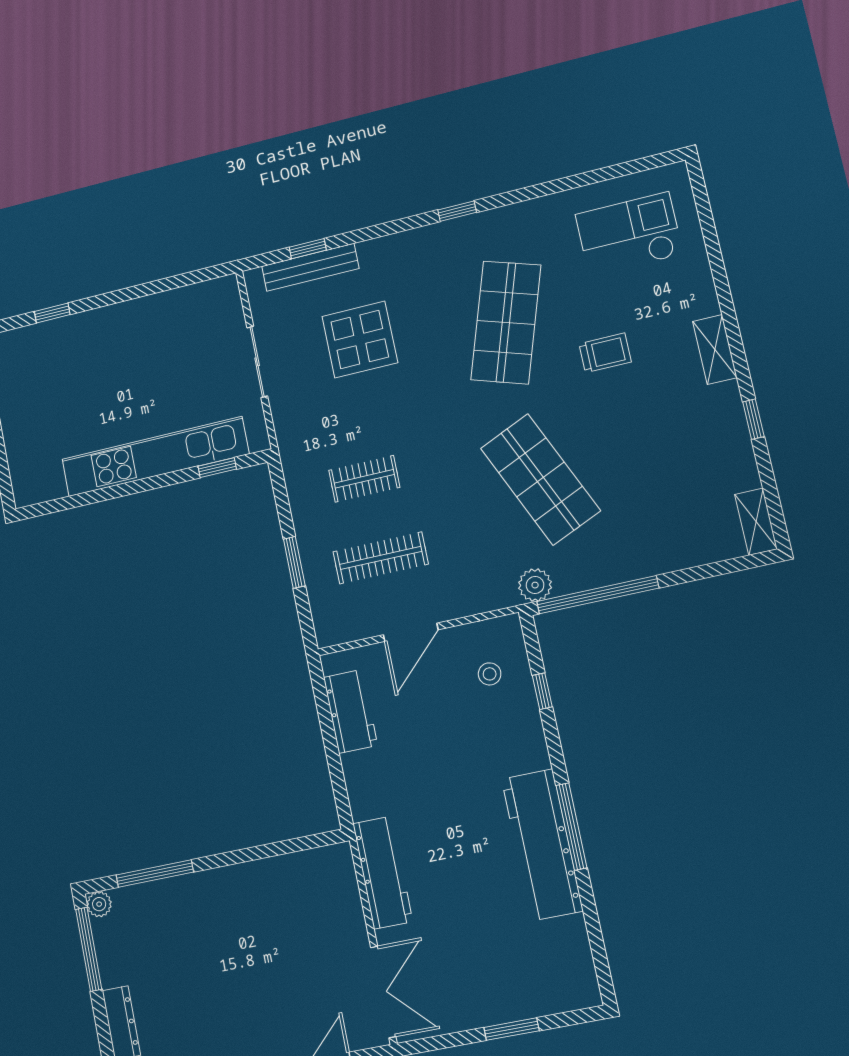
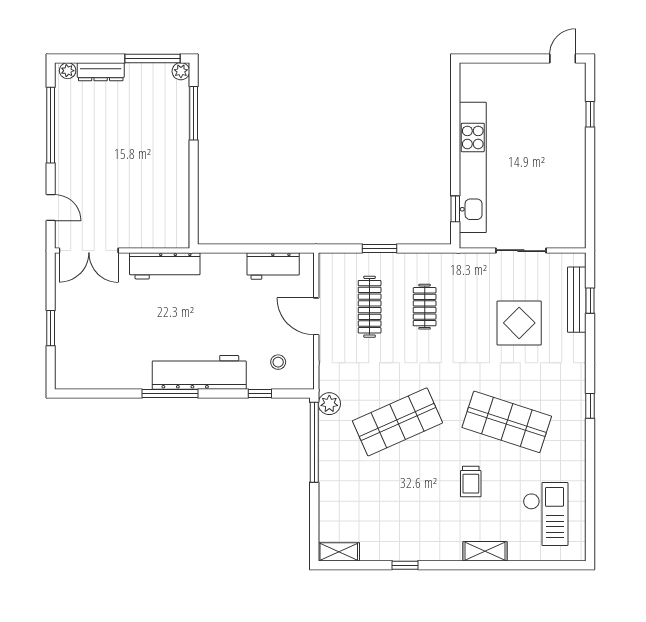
shelving: (715, 350) -> (485, 551), moved
workbench: (542, 845) -> (199, 372), moved

